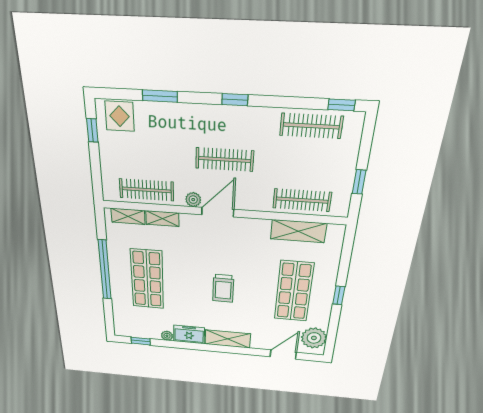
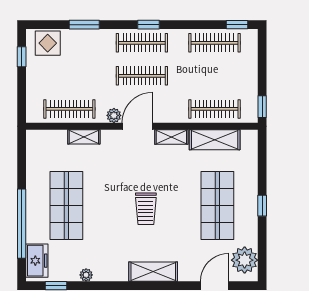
clothes rail: (226, 121) -> (142, 43), added
window: (359, 182) -> (262, 107), moved
shelving: (128, 216) -> (171, 137), moved
window: (105, 270) -> (22, 224), moved
freezer: (189, 334) -> (37, 261), moved, turned 90

